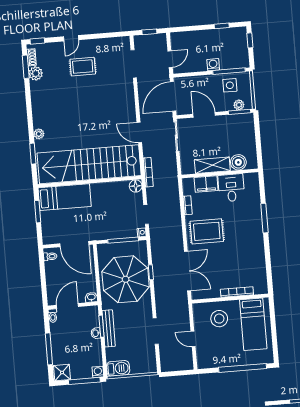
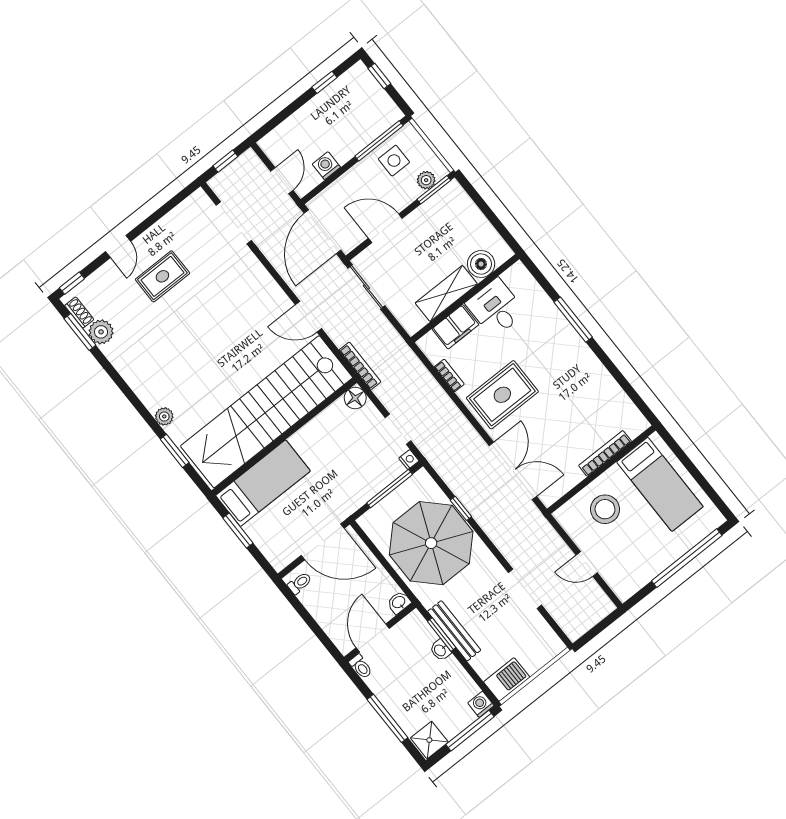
washing machine: (213, 65) -> (326, 166), moved

